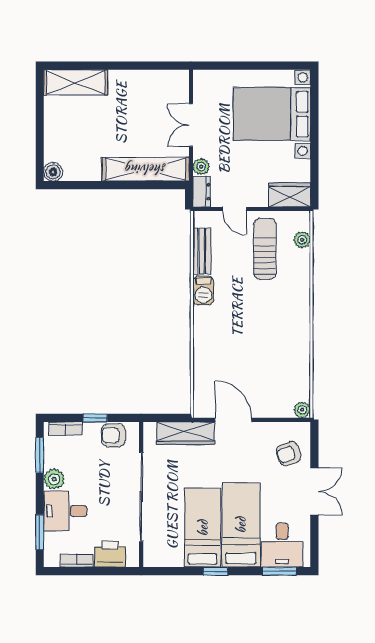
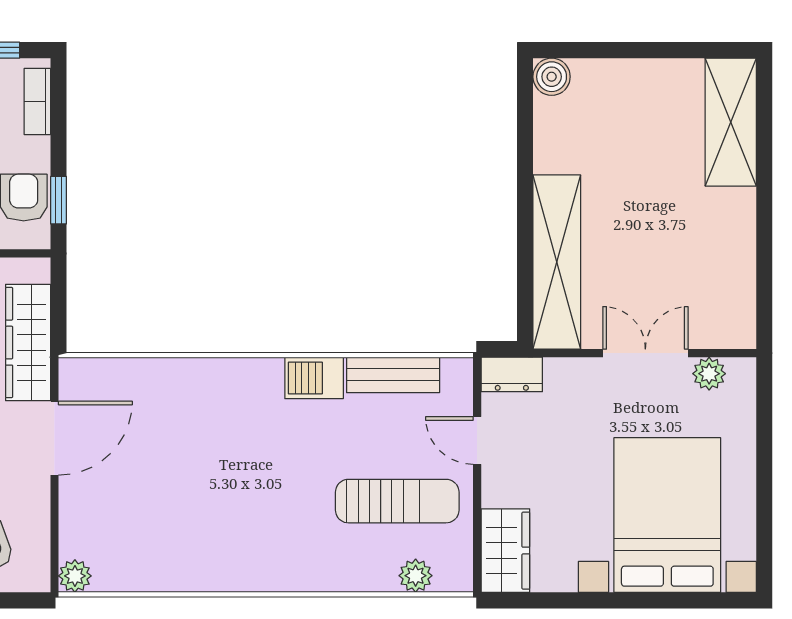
plant: (201, 167) -> (709, 374), moved
door: (235, 209) -> (477, 441), hinge flipped
window: (95, 418) -> (58, 200), moved

